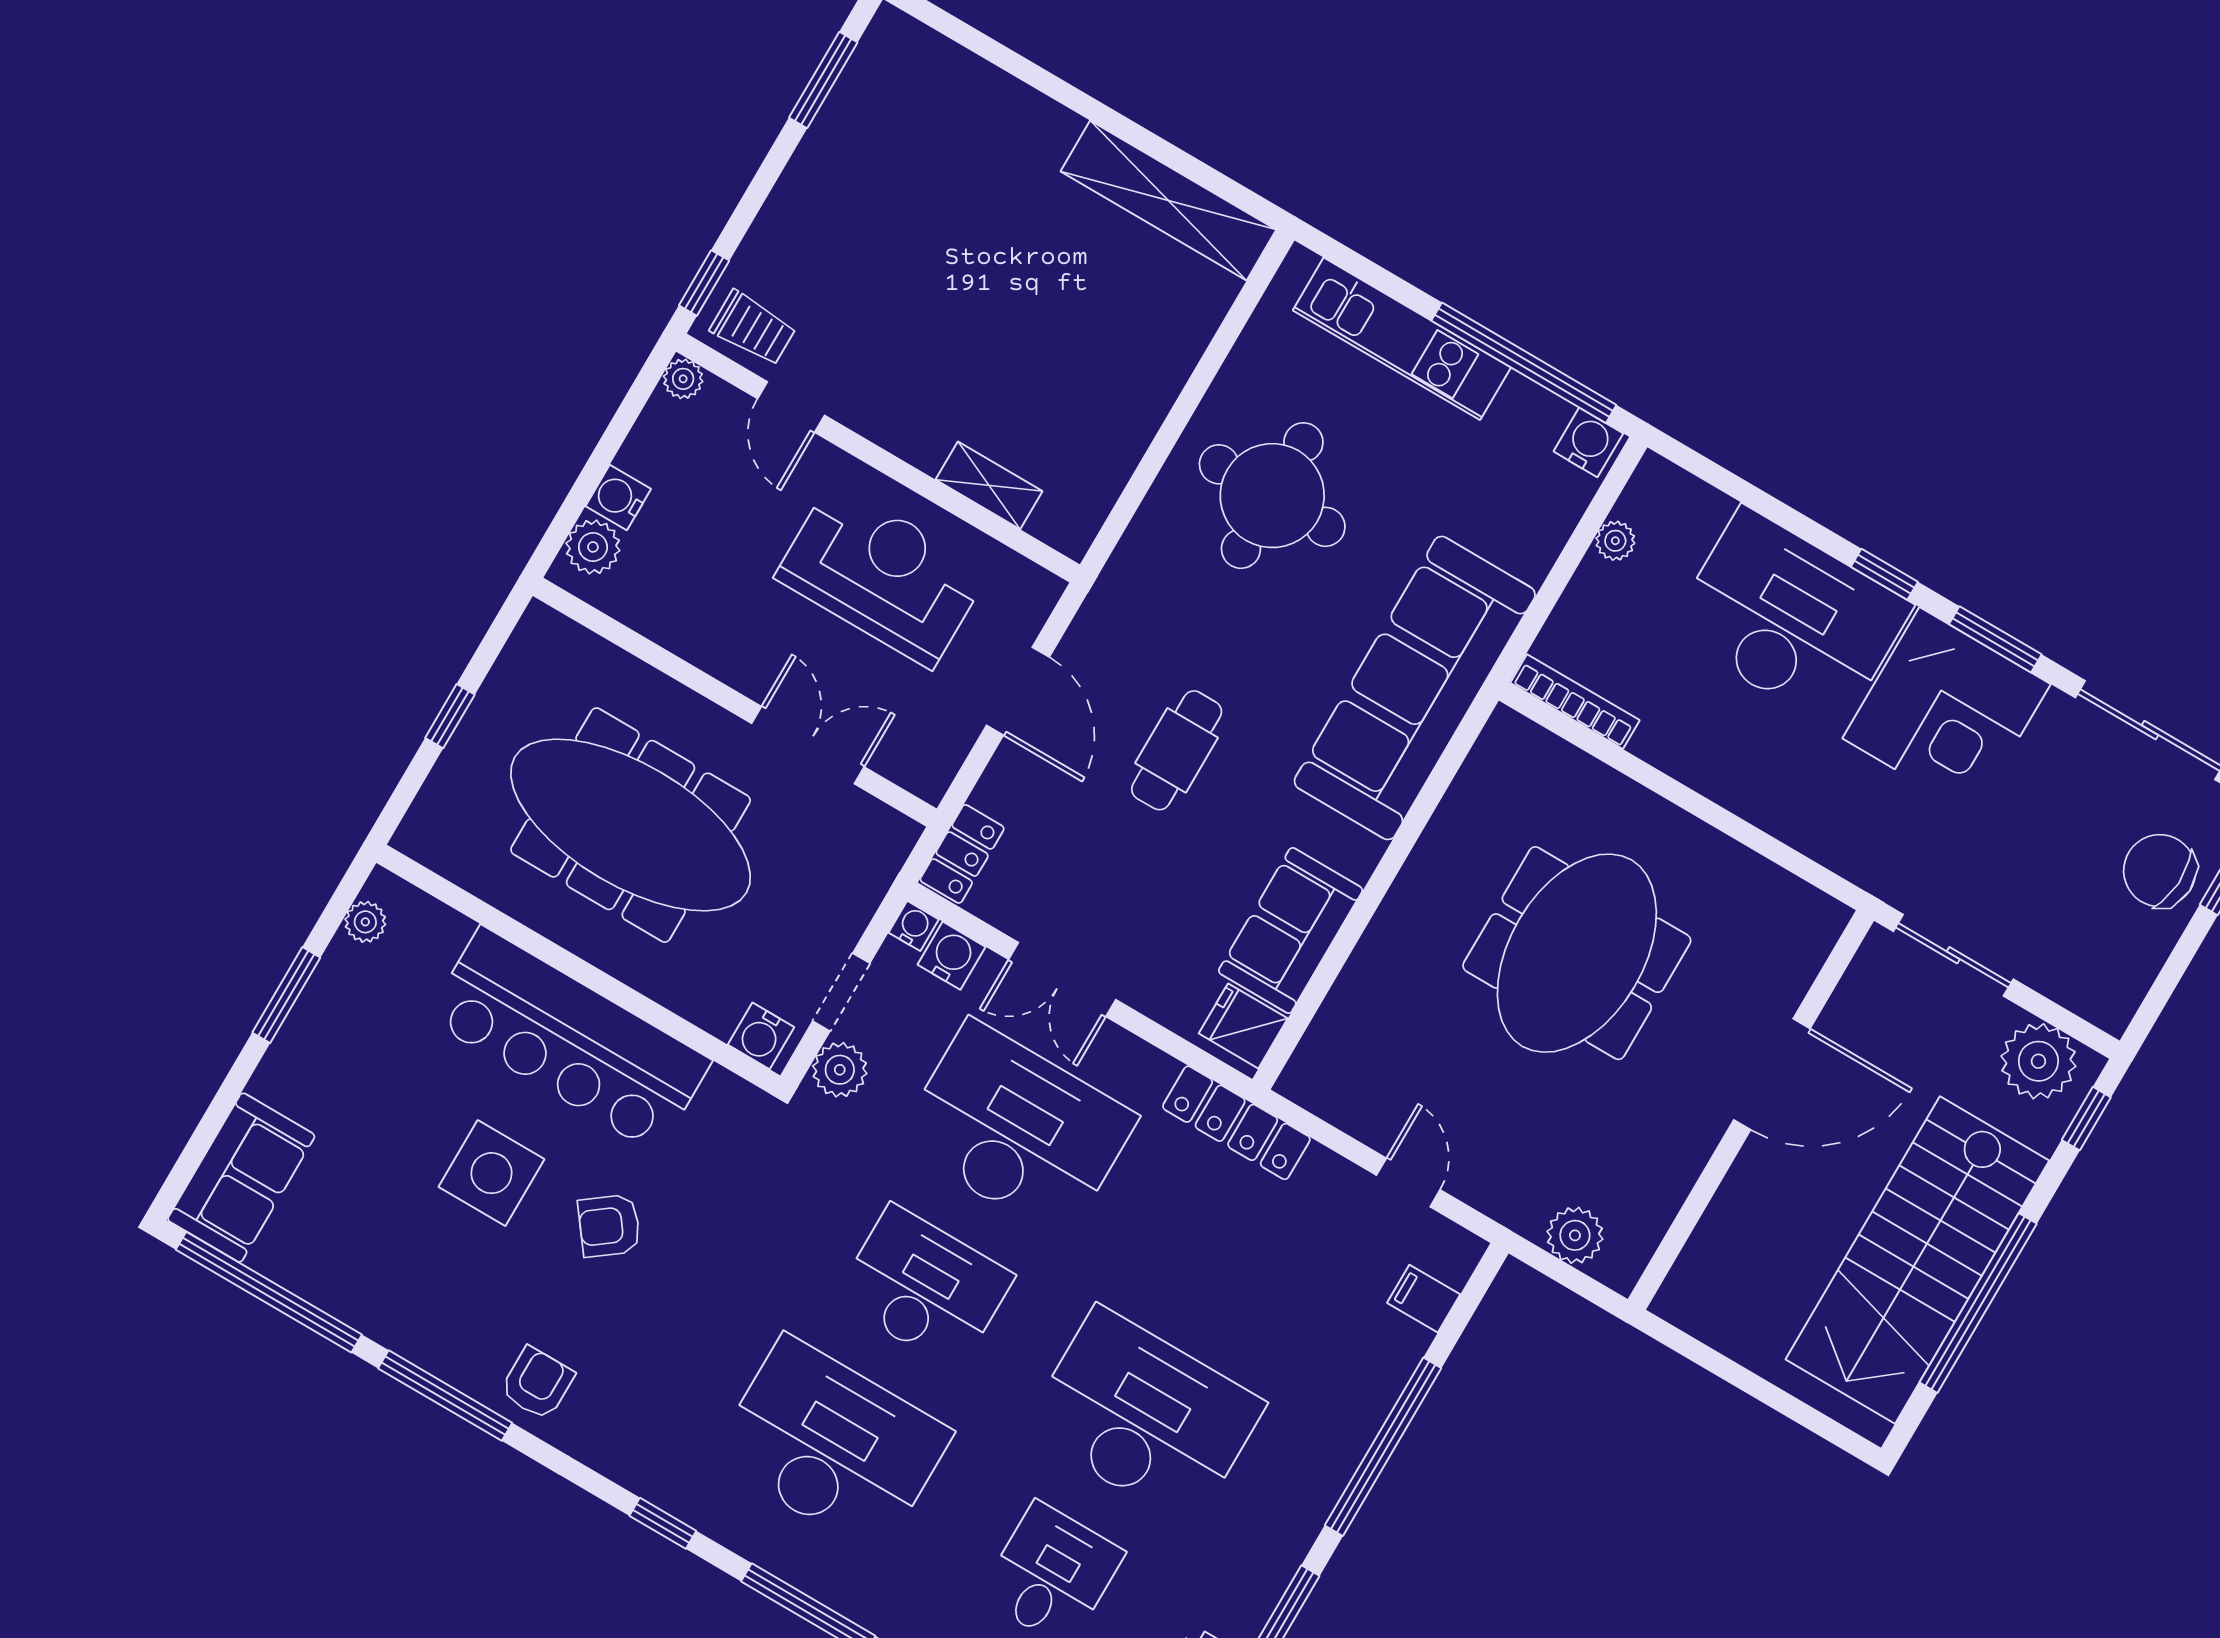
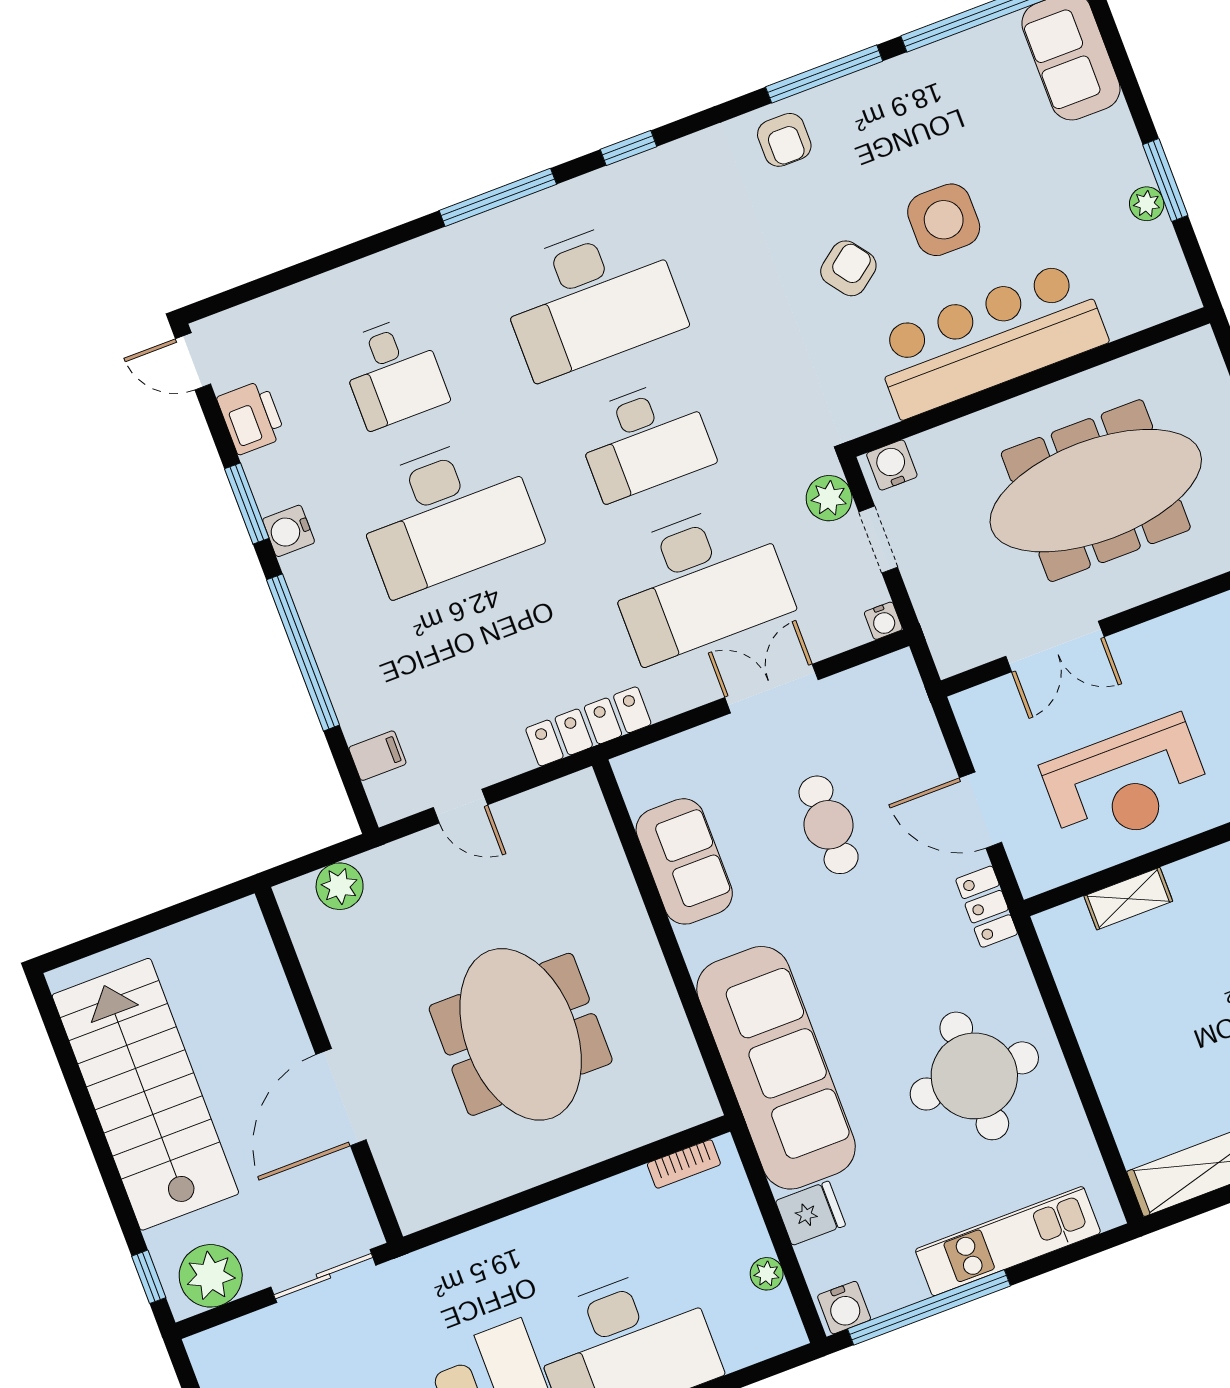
bookcase: (1575, 702) -> (684, 1164), width x0.64
cafe table: (1177, 750) -> (829, 825), moved
locker: (962, 854) -> (987, 907), moved
plant: (365, 922) -> (1147, 204), moved
water cooler: (952, 956) -> (289, 531), moved, turned 90
fridge: (1243, 1026) -> (810, 1213), moved
window: (1978, 1303) -> (86, 1111), removed

